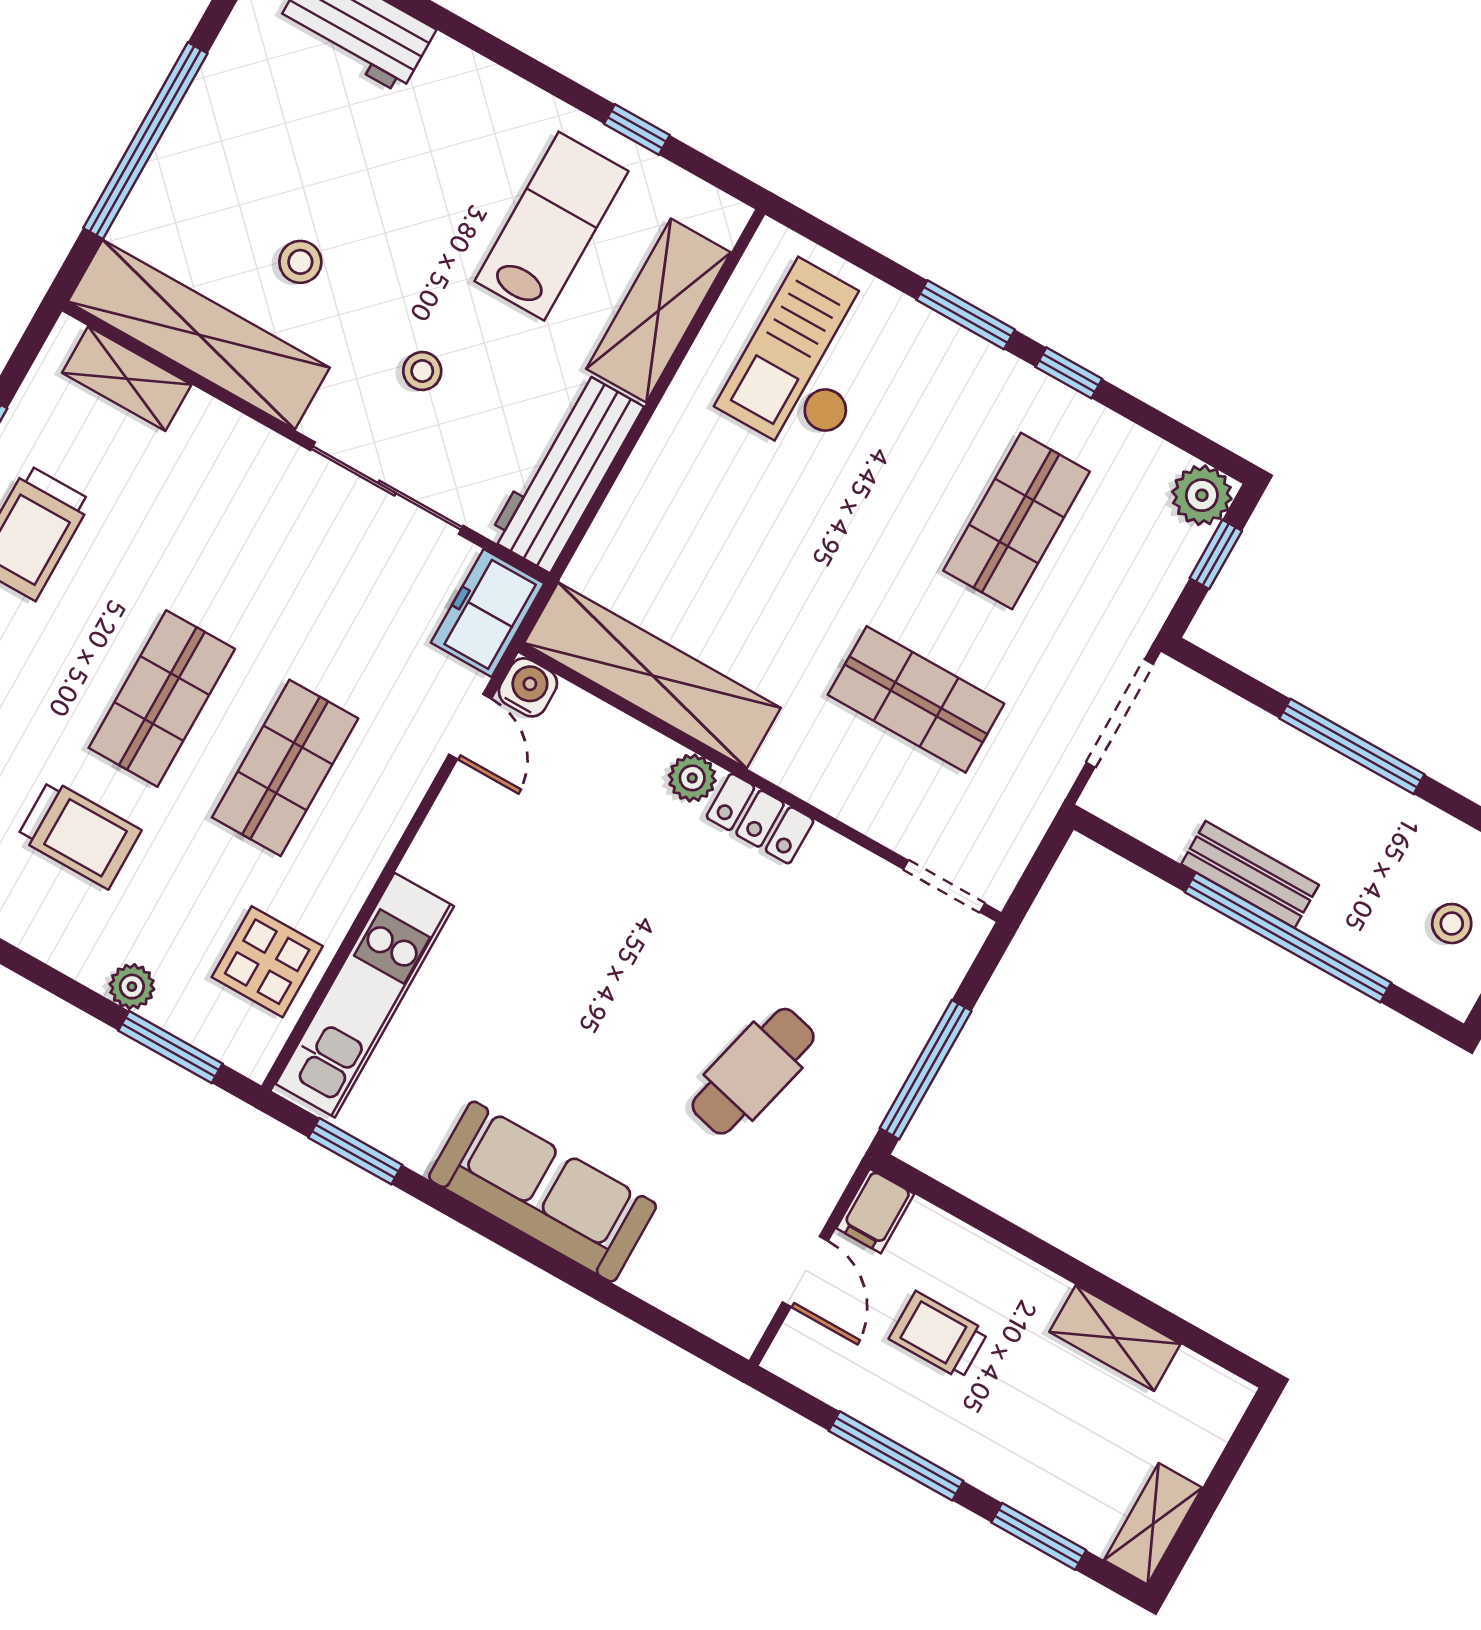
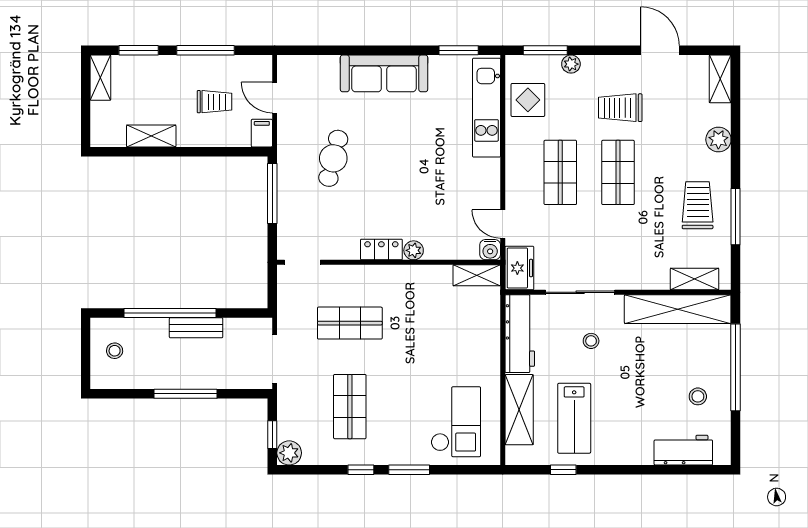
stool: (300, 262) -> (698, 396), moved
shelving: (652, 675) -> (477, 275), width x0.45, depth x0.75

